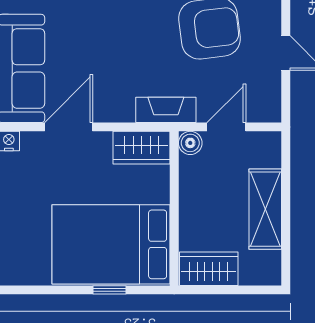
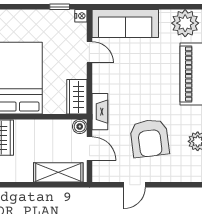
door: (69, 127) -> (89, 52), width x0.73
shelving: (265, 209) -> (58, 172), moved

